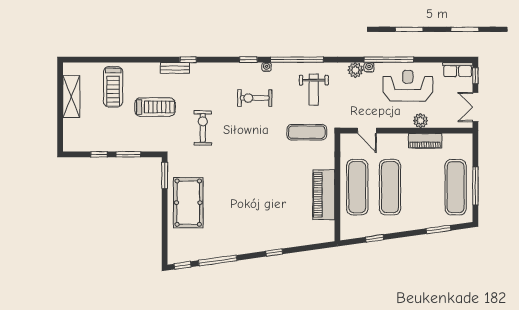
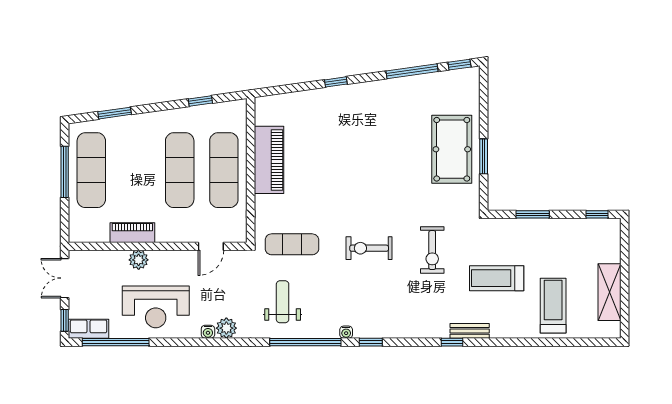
window: (389, 60) -> (116, 342), moved
exercise bike: (255, 98) -> (369, 248), moved, turned 180
double door: (475, 107) -> (65, 278), swing flipped
door: (367, 131) -> (211, 246), swing flipped
window: (99, 154) -> (597, 214), moved
window: (165, 175) -> (484, 156), moved

